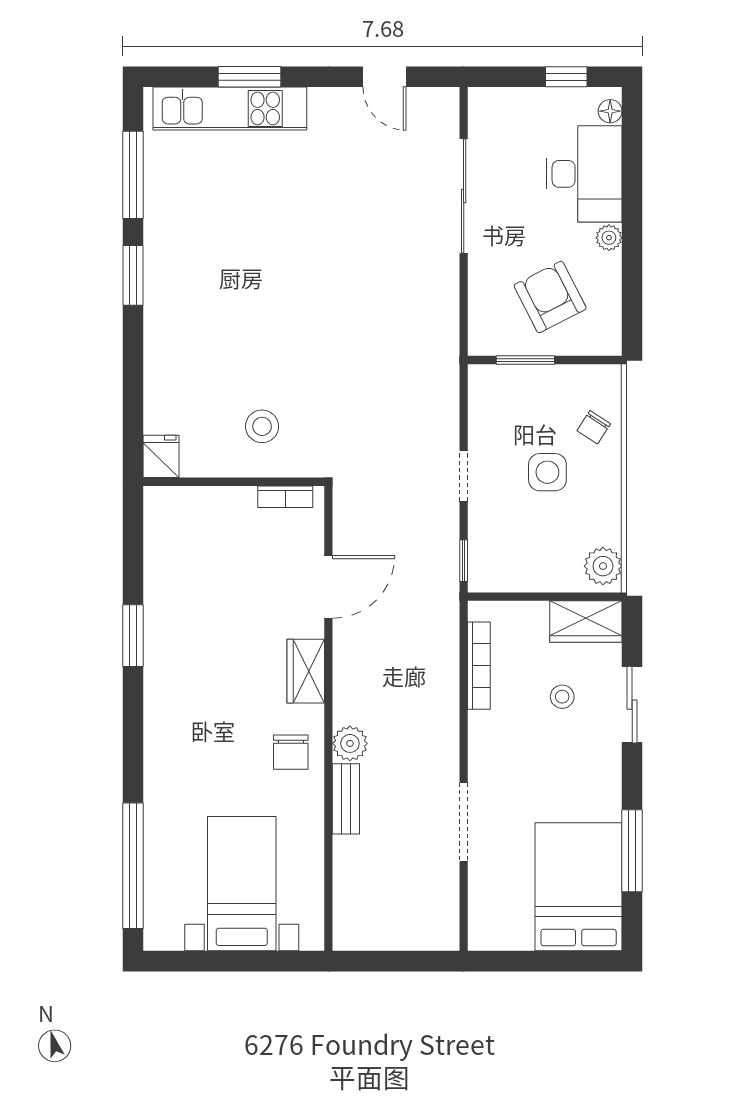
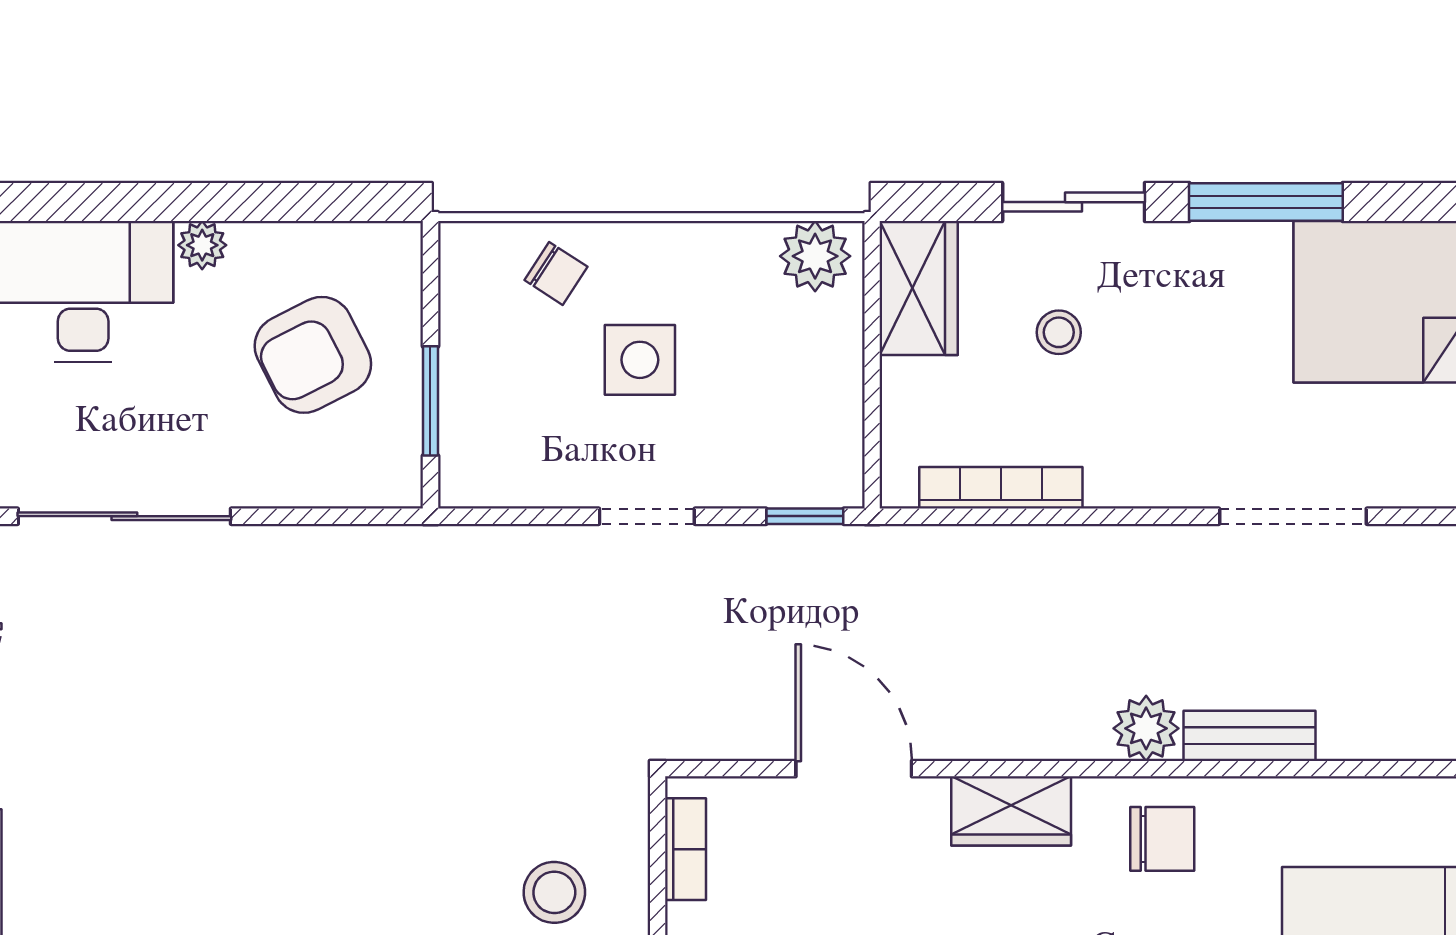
window: (632, 851) -> (1266, 202), moved

